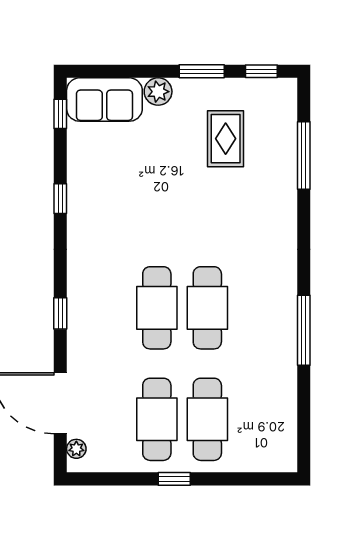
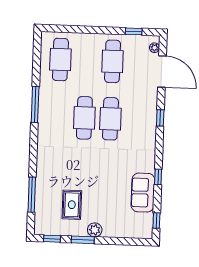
plant: (158, 92) -> (95, 230), moved
sofa: (104, 100) -> (143, 193), moved, turned -90
cafe table: (207, 419) -> (60, 59), moved
window: (174, 479) -> (134, 31), moved

